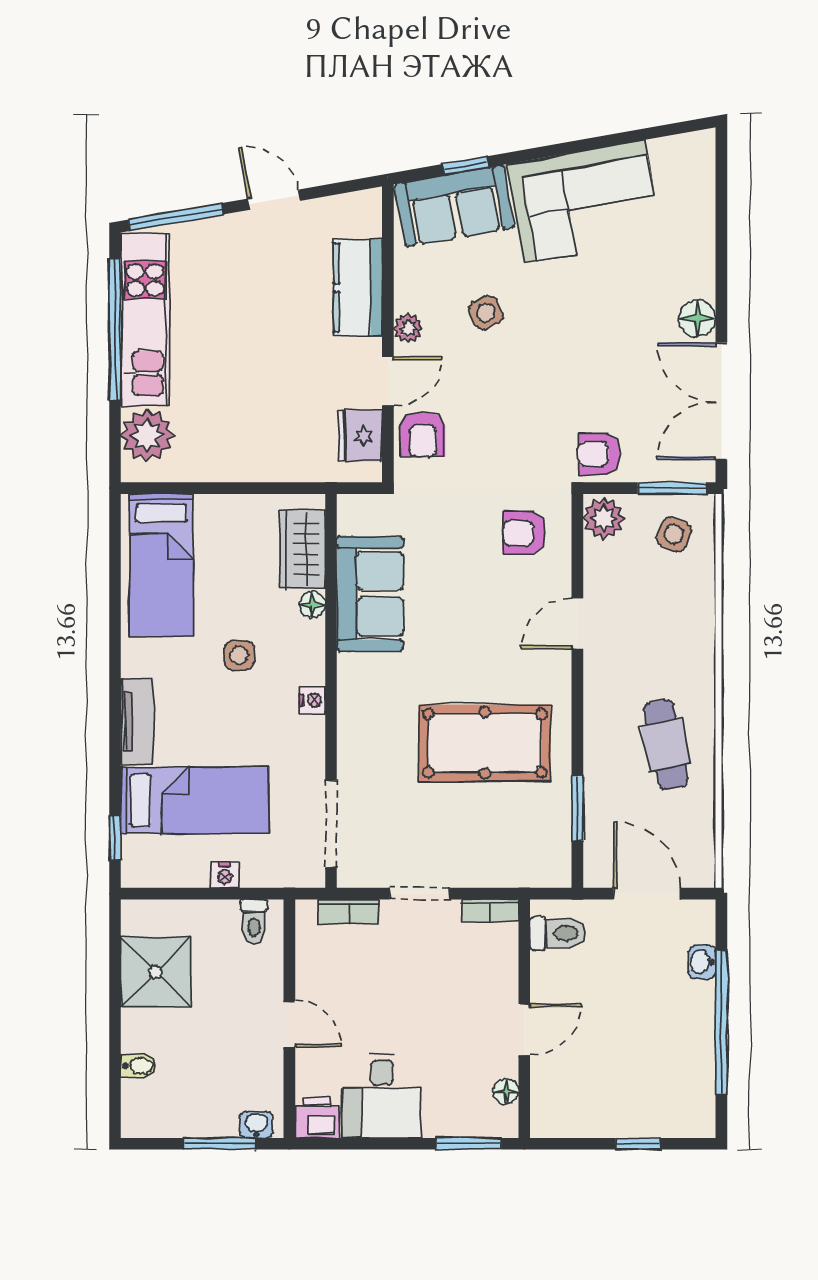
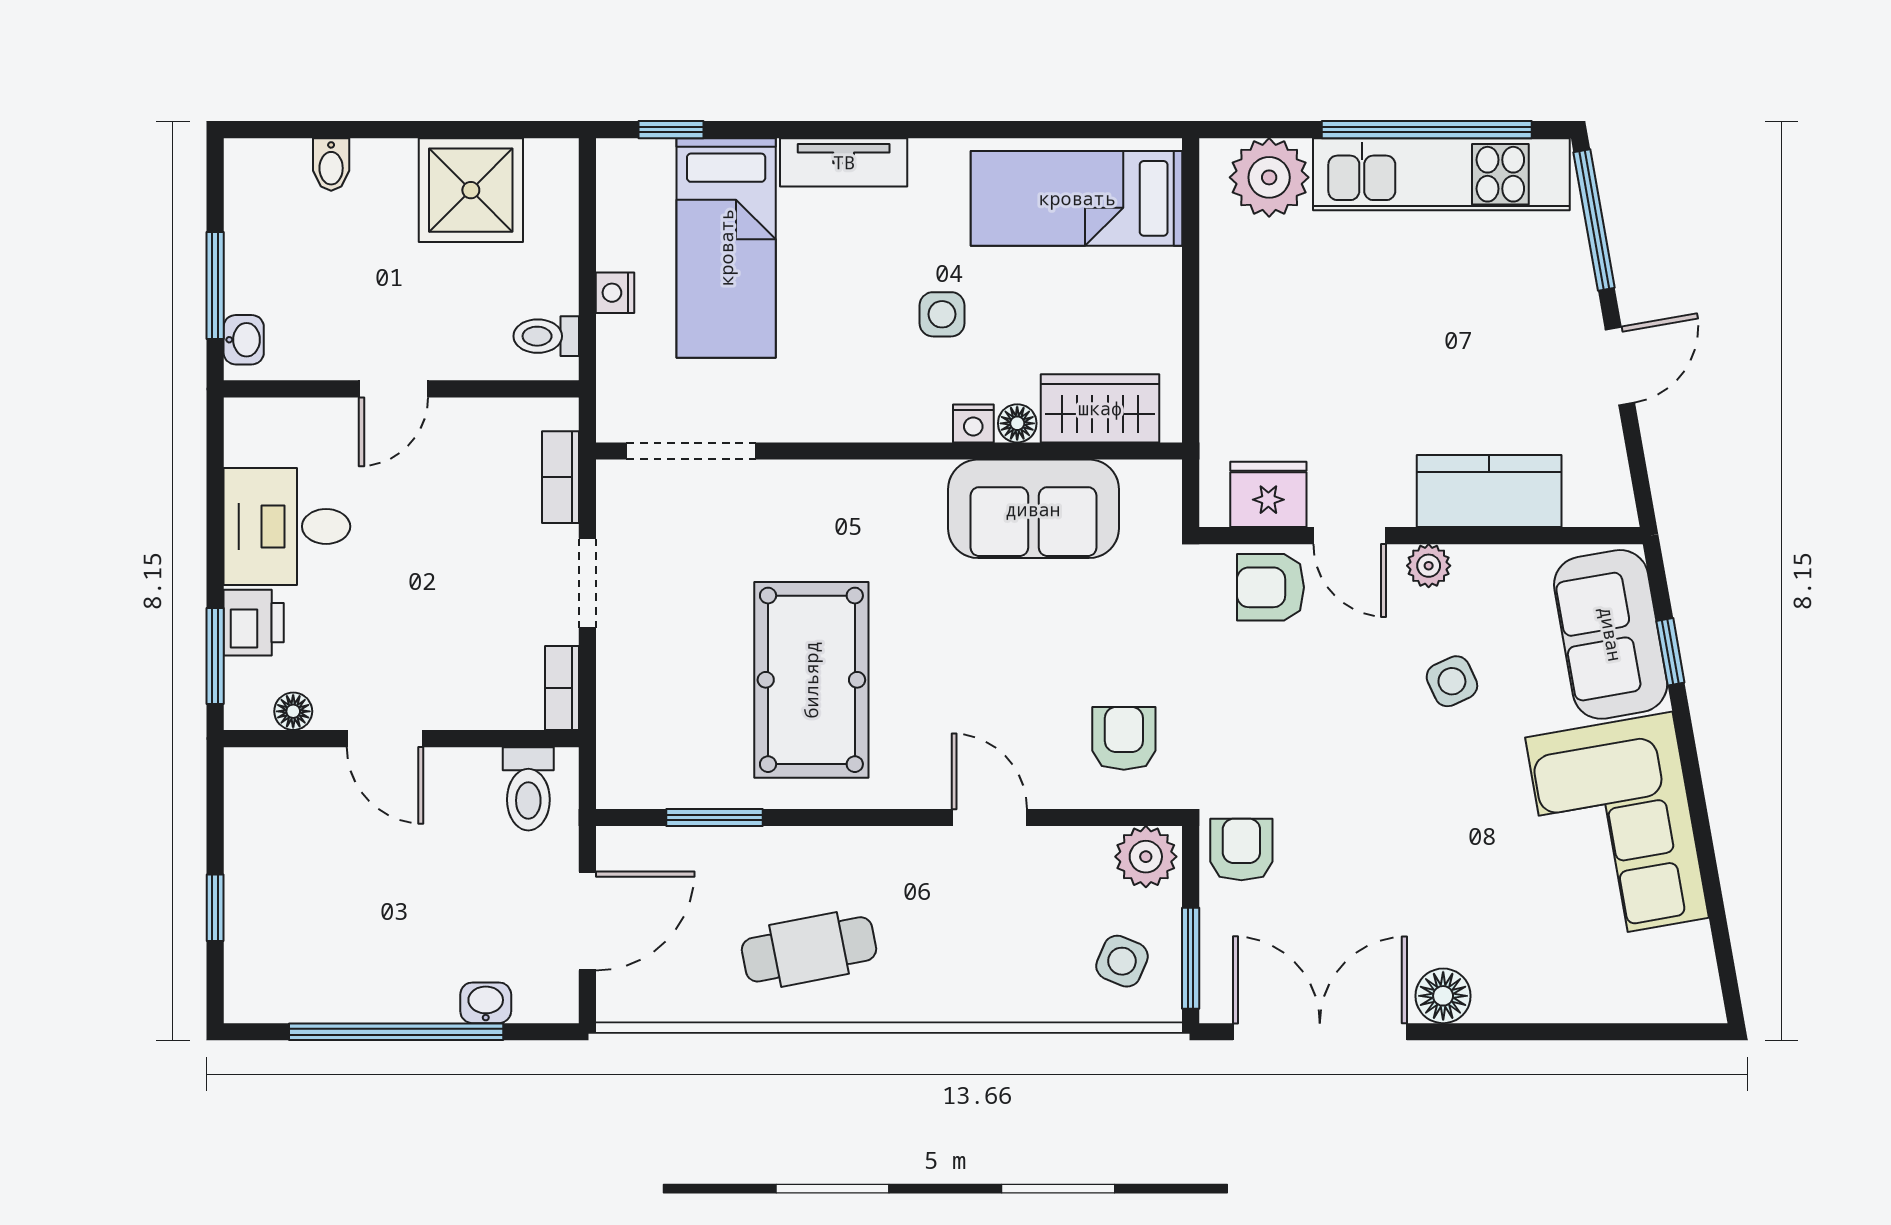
nightstand: (312, 700) -> (973, 423), moved
printer: (317, 1118) -> (254, 623), moved

